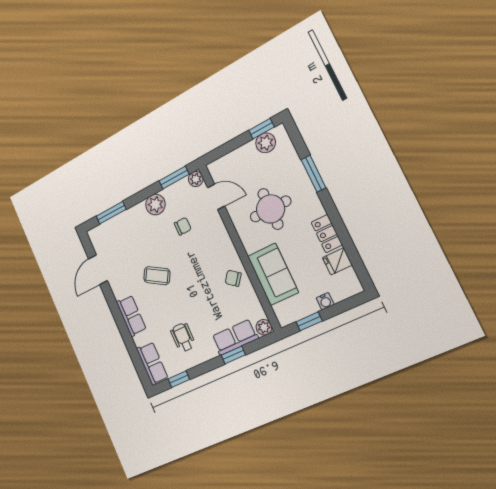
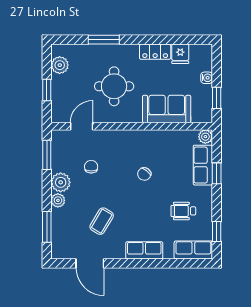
window: (261, 129) -> (47, 90), moved
plant: (196, 179) -> (58, 200), moved
coffee table: (157, 276) -> (102, 221), moved
chair: (233, 278) -> (144, 174), moved

